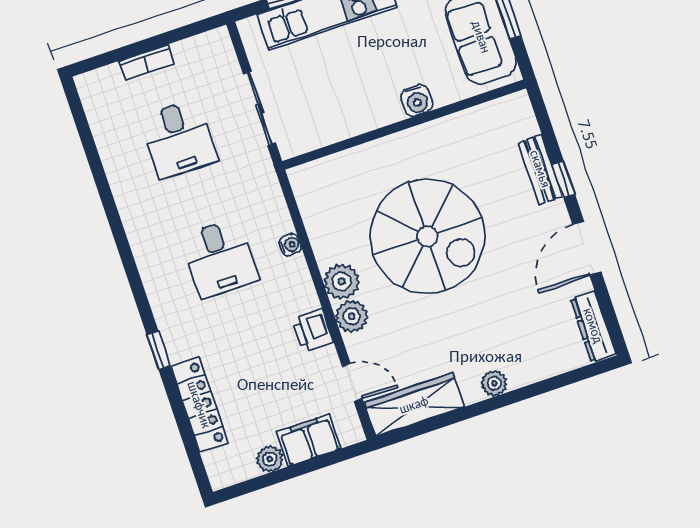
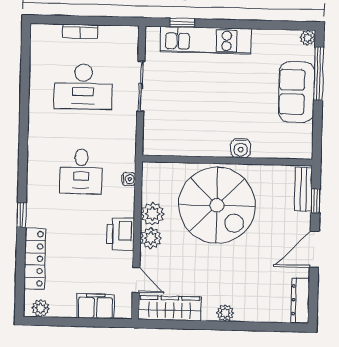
water cooler: (417, 100) -> (241, 148), moved
wall: (404, 125) -> (227, 160), moved
desk: (179, 139) -> (83, 87), width x1.37
printer: (313, 331) -> (121, 234), width x1.36, depth x1.24
plant: (270, 459) -> (41, 308), moved

